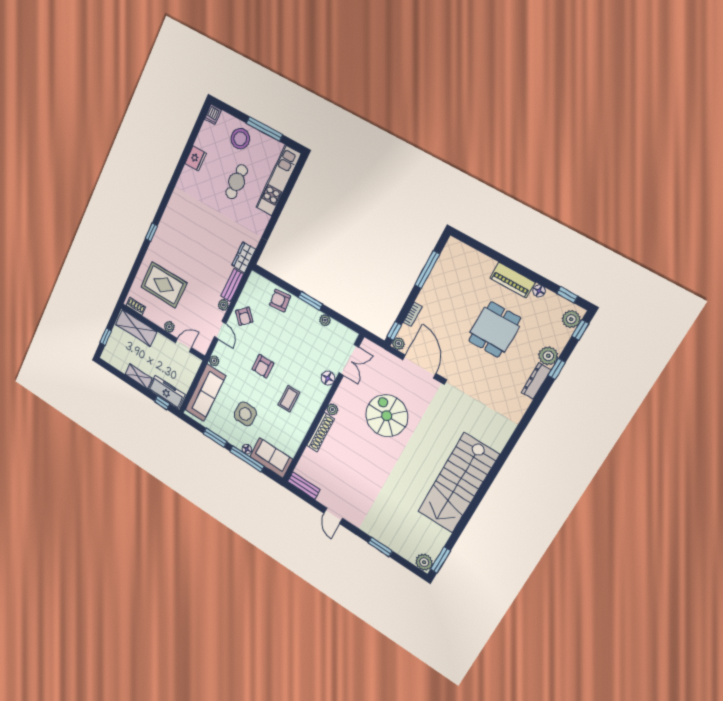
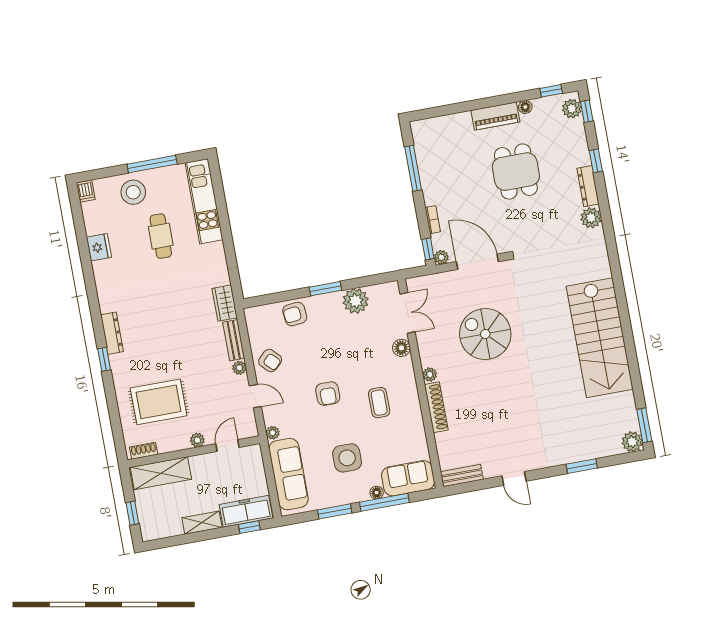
dresser: (167, 220) -> (112, 333), added
plant: (325, 320) -> (356, 301), width x1.88, depth x1.88
plant: (548, 356) -> (591, 218), moved

